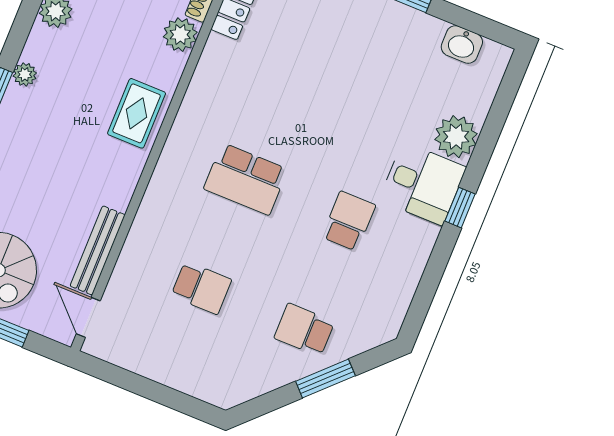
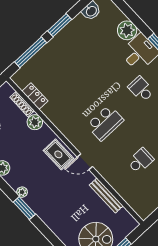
door: (88, 317) -> (85, 162), moved

